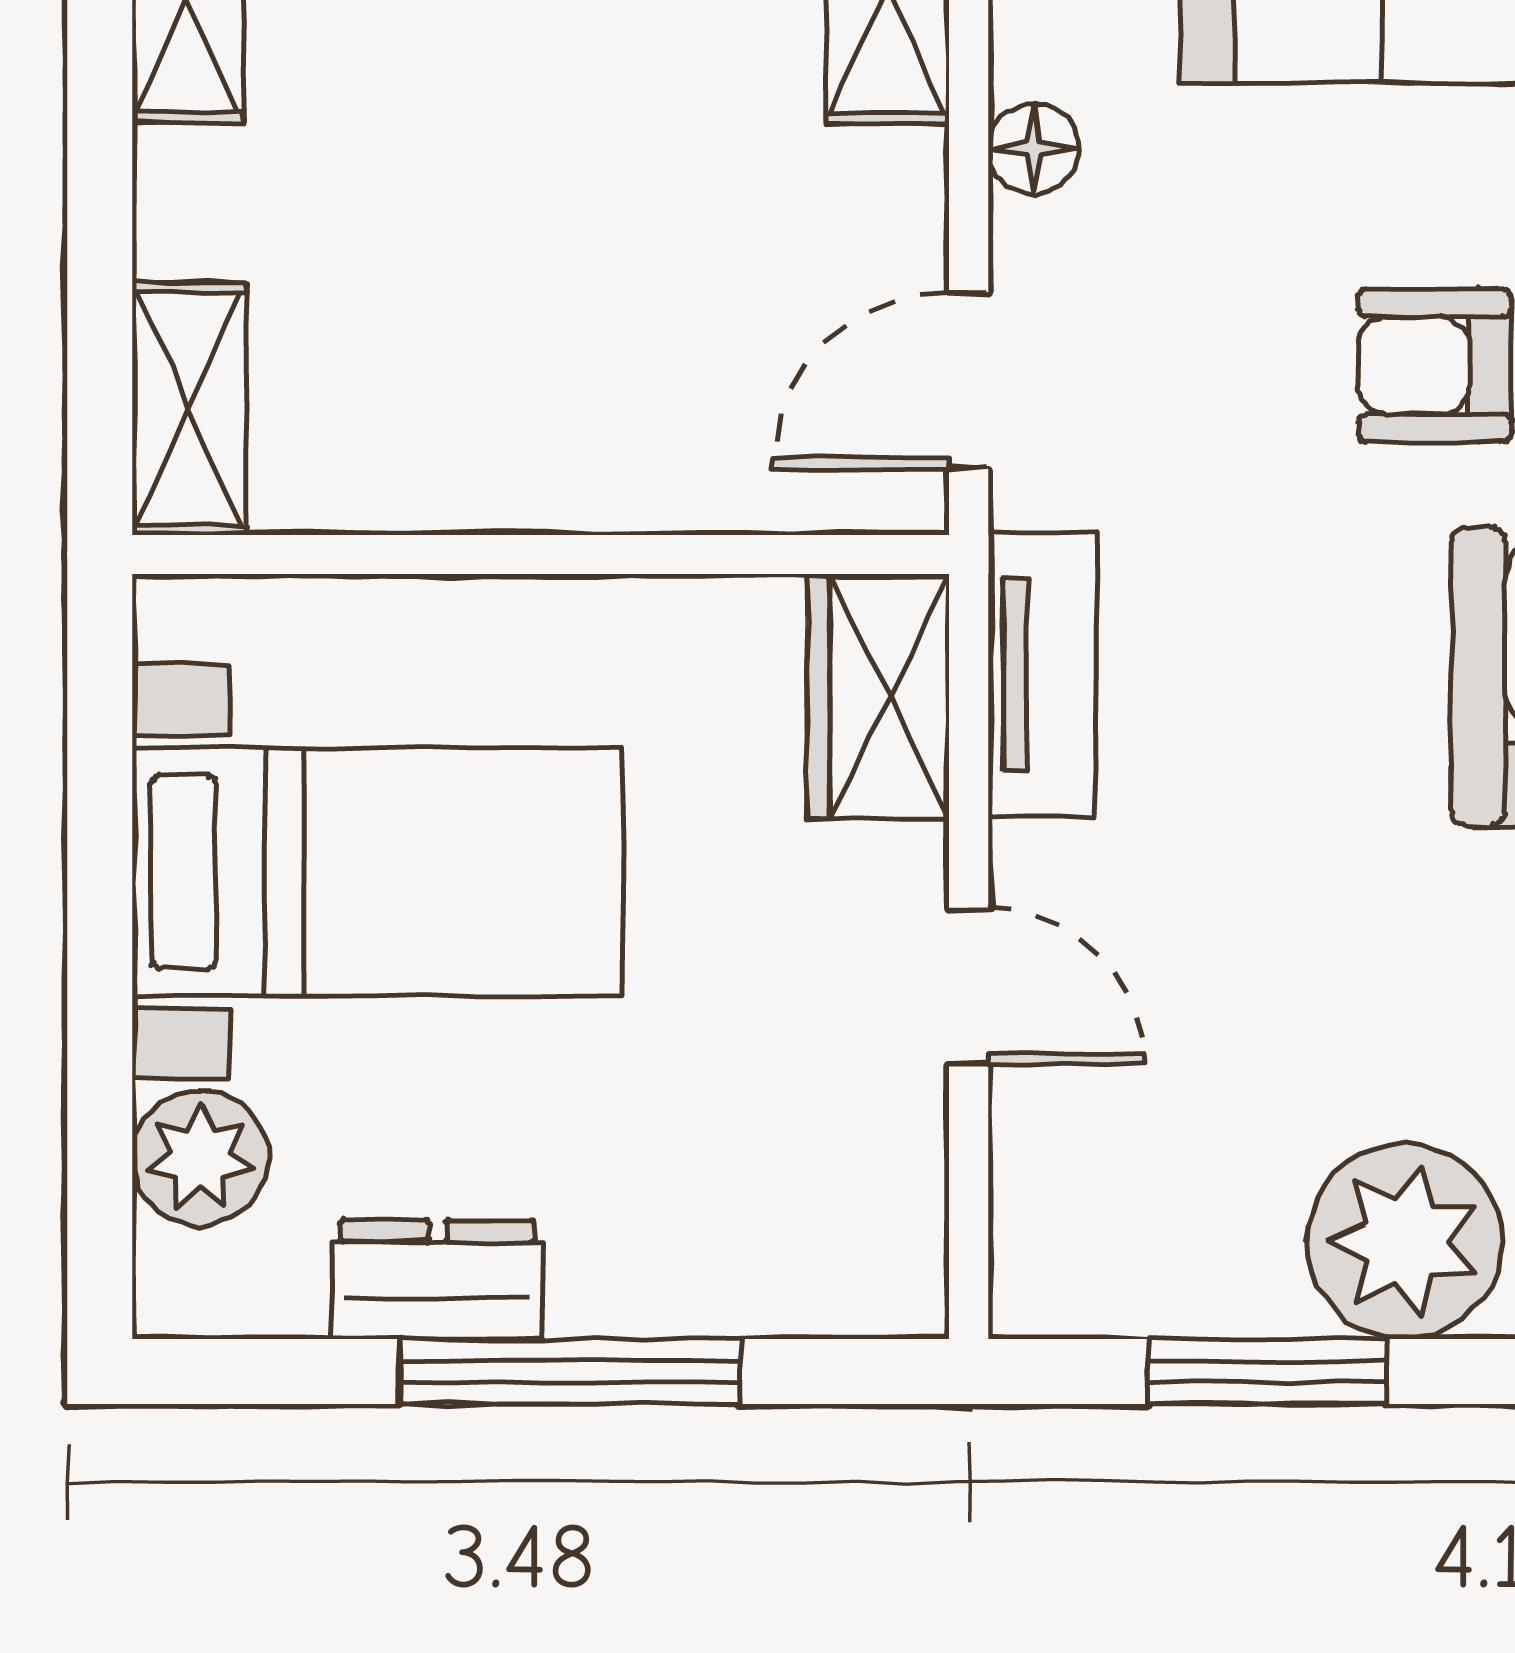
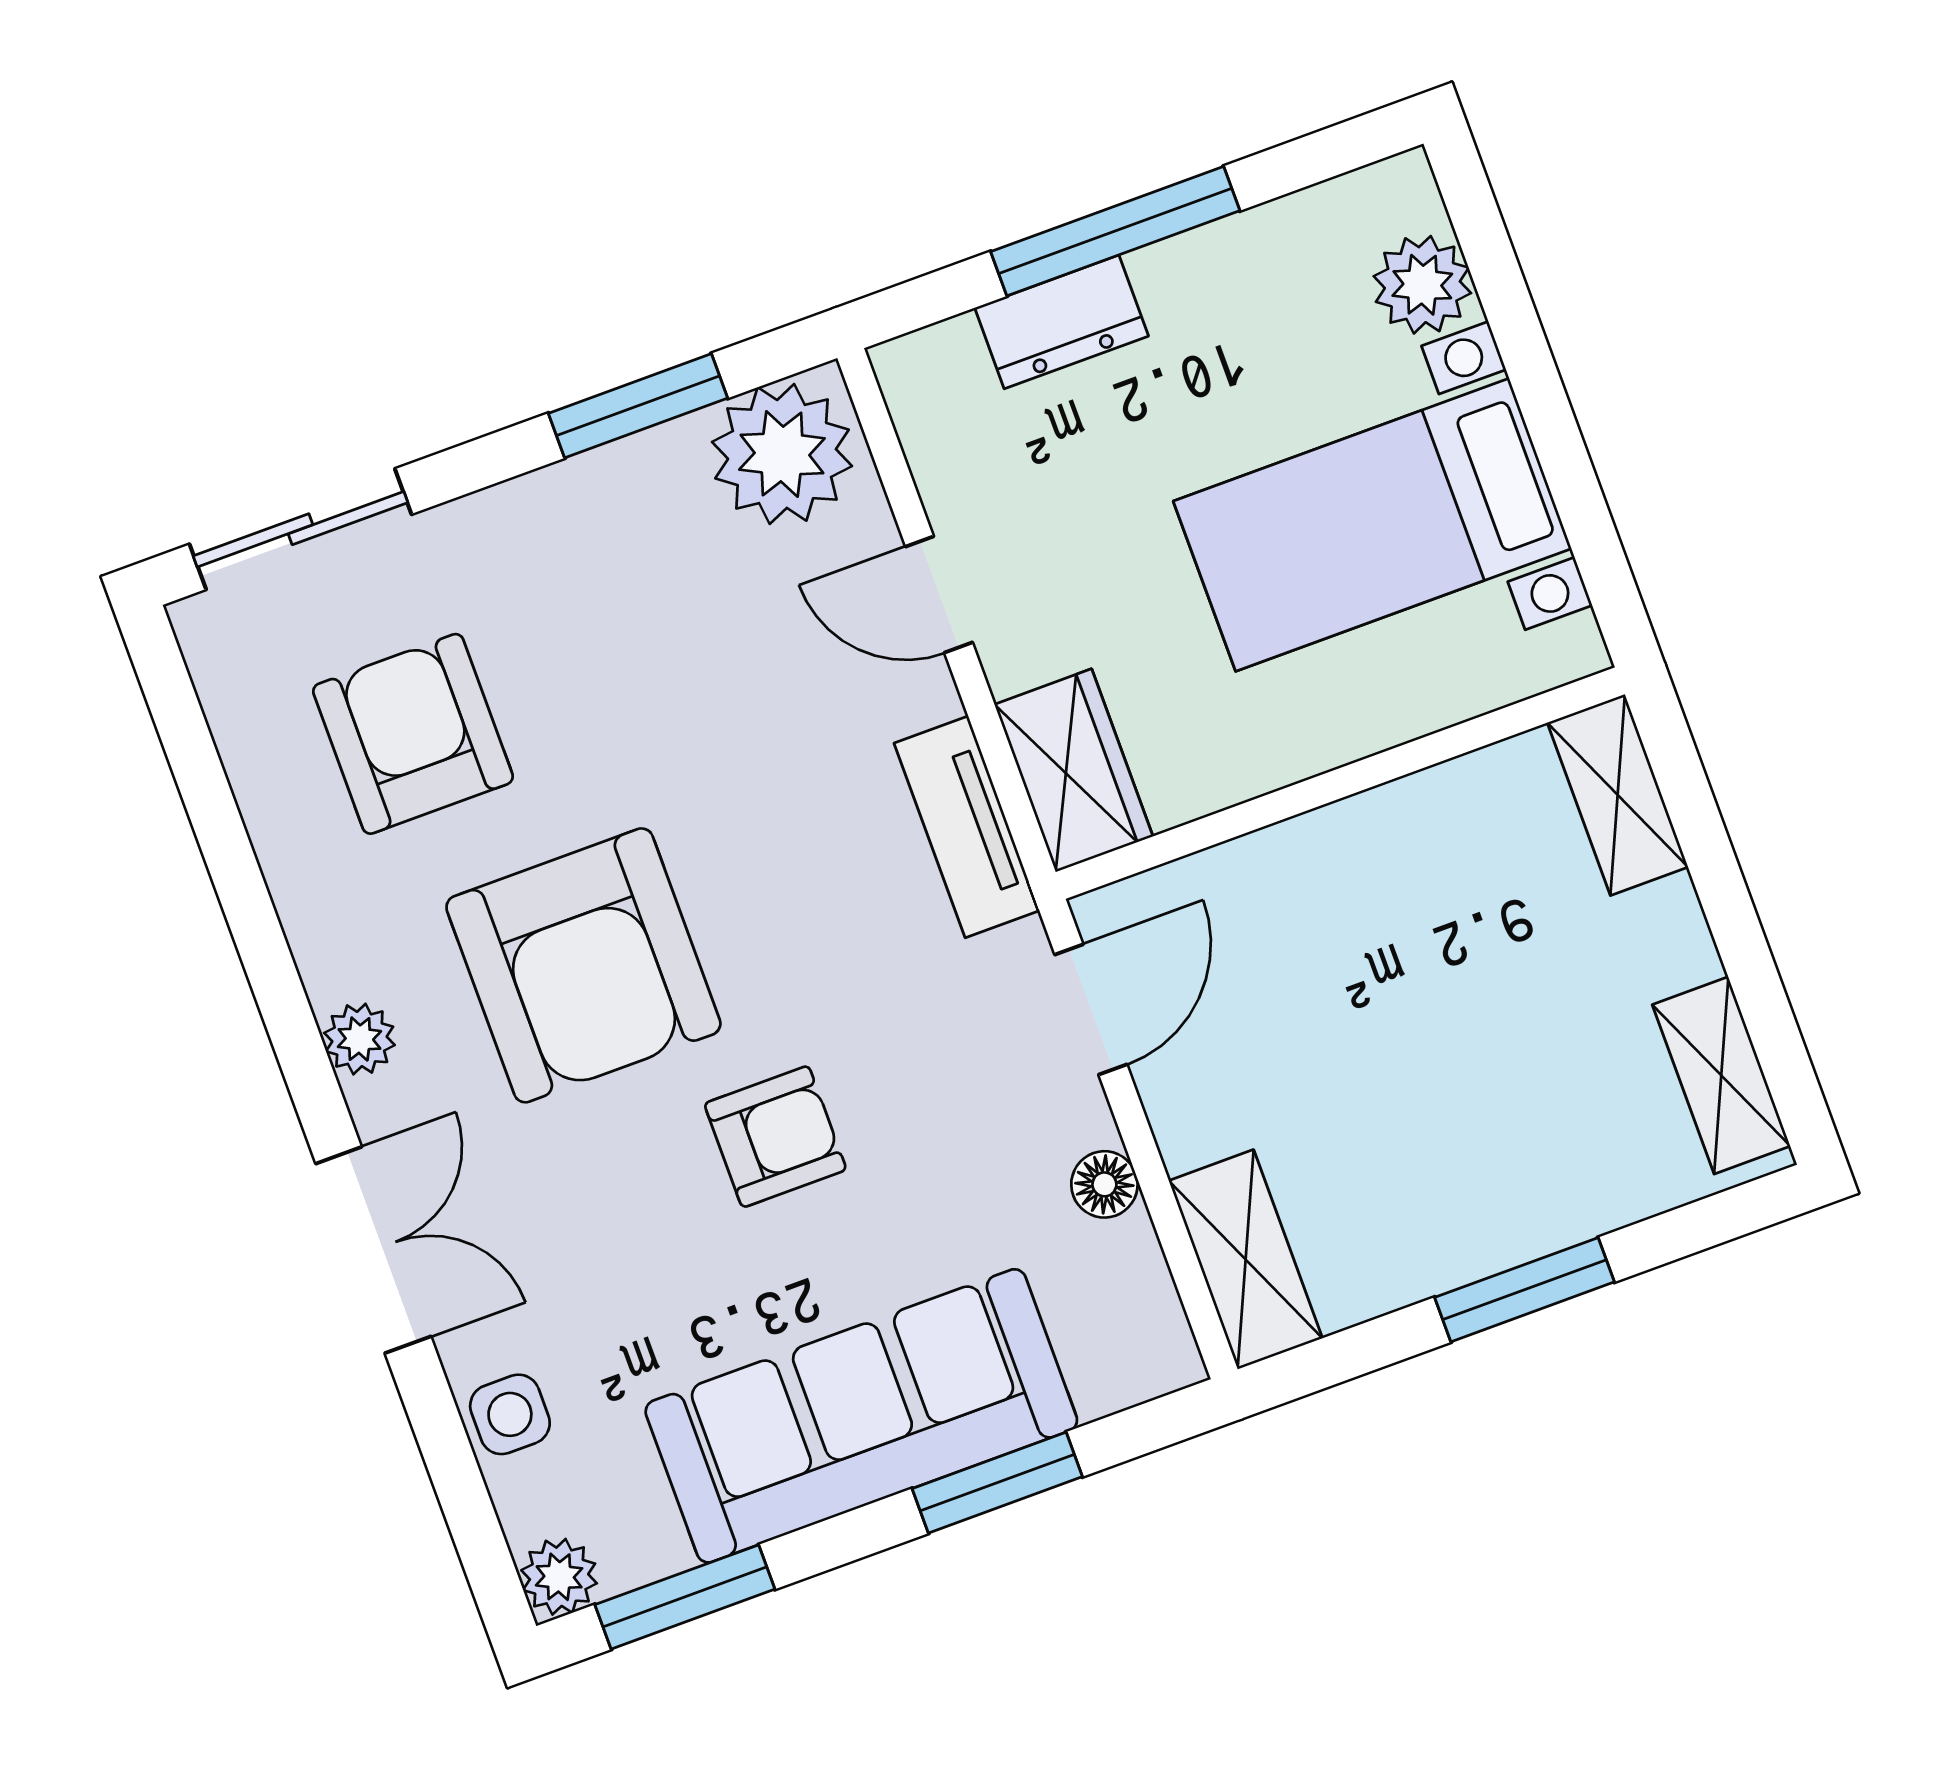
plant: (1405, 1242) -> (782, 454), moved
dresser: (438, 1280) -> (1062, 322), moved

